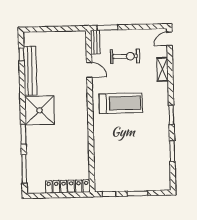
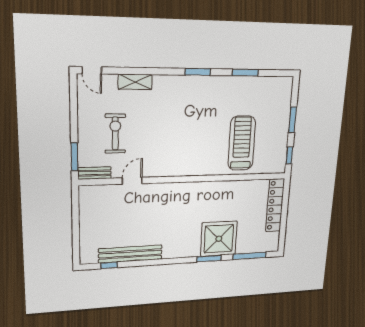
treadmill: (121, 103) -> (242, 143), moved
shower: (39, 110) -> (219, 239), moved

